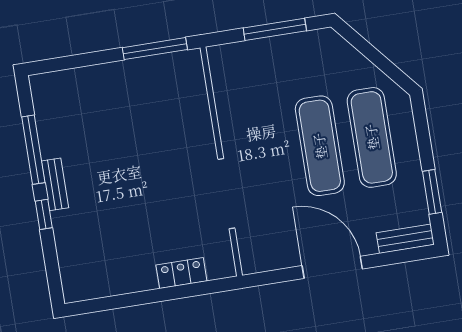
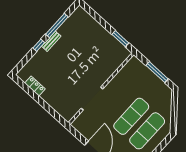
window: (155, 49) -> (120, 39), width x0.69
locker: (181, 273) -> (35, 86), moved

